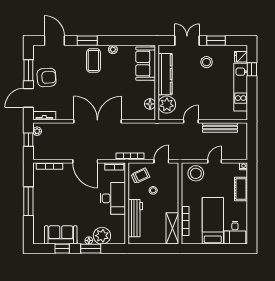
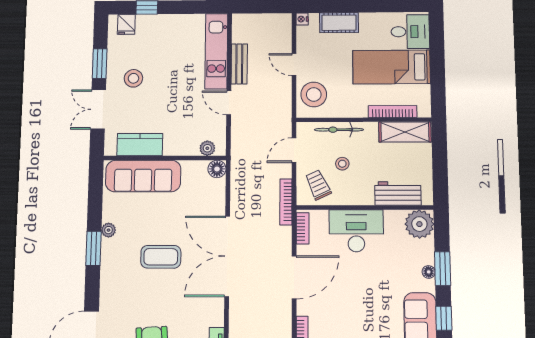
window: (87, 41) -> (93, 248), moved
coffee table: (93, 60) -> (161, 257), moved
sofa: (146, 64) -> (143, 176), width x1.36
kitchen counter: (165, 74) -> (140, 145), width x0.67
kitchen unit: (241, 87) -> (216, 51), moved, turned 90
floor lamp: (150, 104) -> (217, 169), moved
plant: (167, 105) -> (207, 148), width x0.53, depth x0.53
bench: (220, 128) -> (239, 64), width x0.73
door: (161, 161) -> (294, 150), hinge flipped
bicycle: (174, 188) -> (339, 130), added
workbench: (135, 218) -> (398, 193), width x0.73
plant: (102, 236) -> (419, 224), moved

